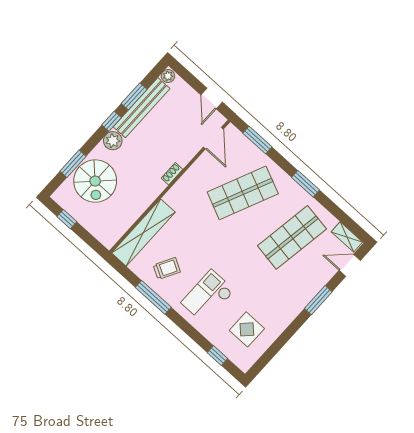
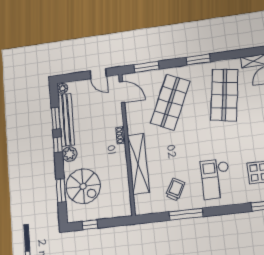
shelving: (143, 233) -> (138, 164), moved

